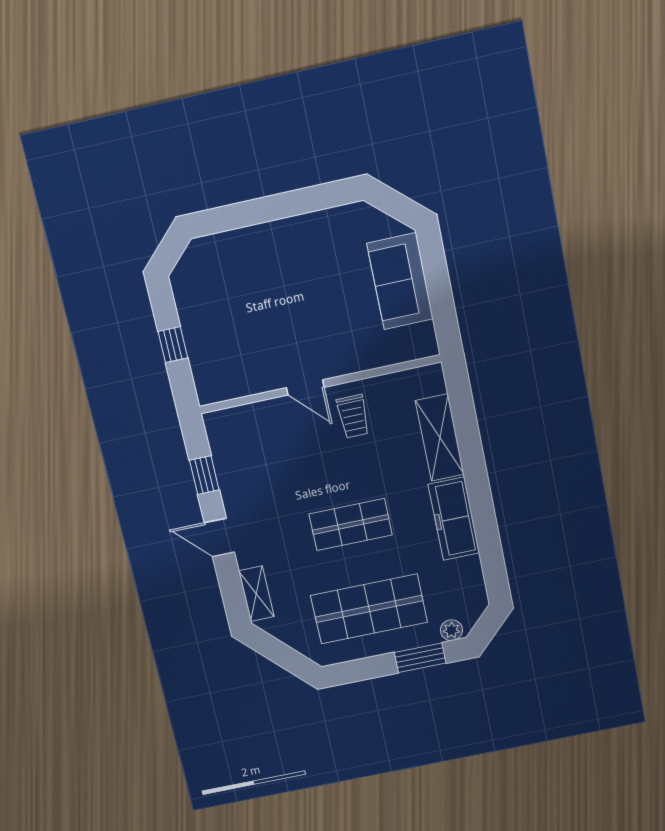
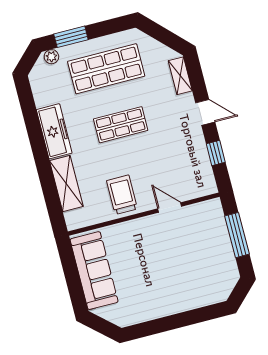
sofa: (400, 281) -> (94, 271), width x1.36
window: (173, 345) -> (237, 235), width x2.17
door: (305, 387) -> (170, 207), moved
trolley: (353, 416) -> (122, 195), width x1.36, depth x1.39

